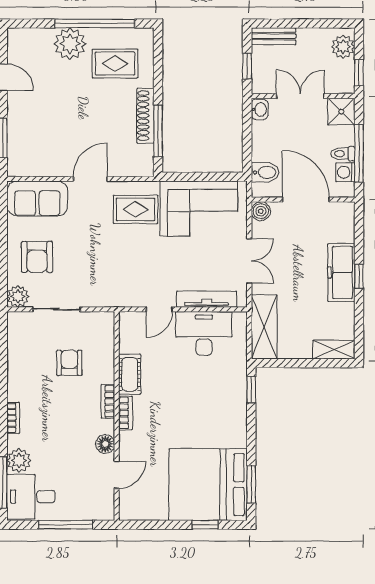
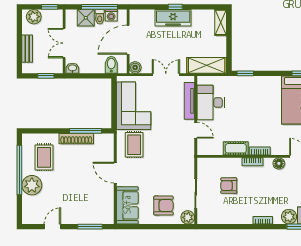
bench: (273, 36) -> (27, 49), moved
shower: (341, 112) -> (86, 18), moved

